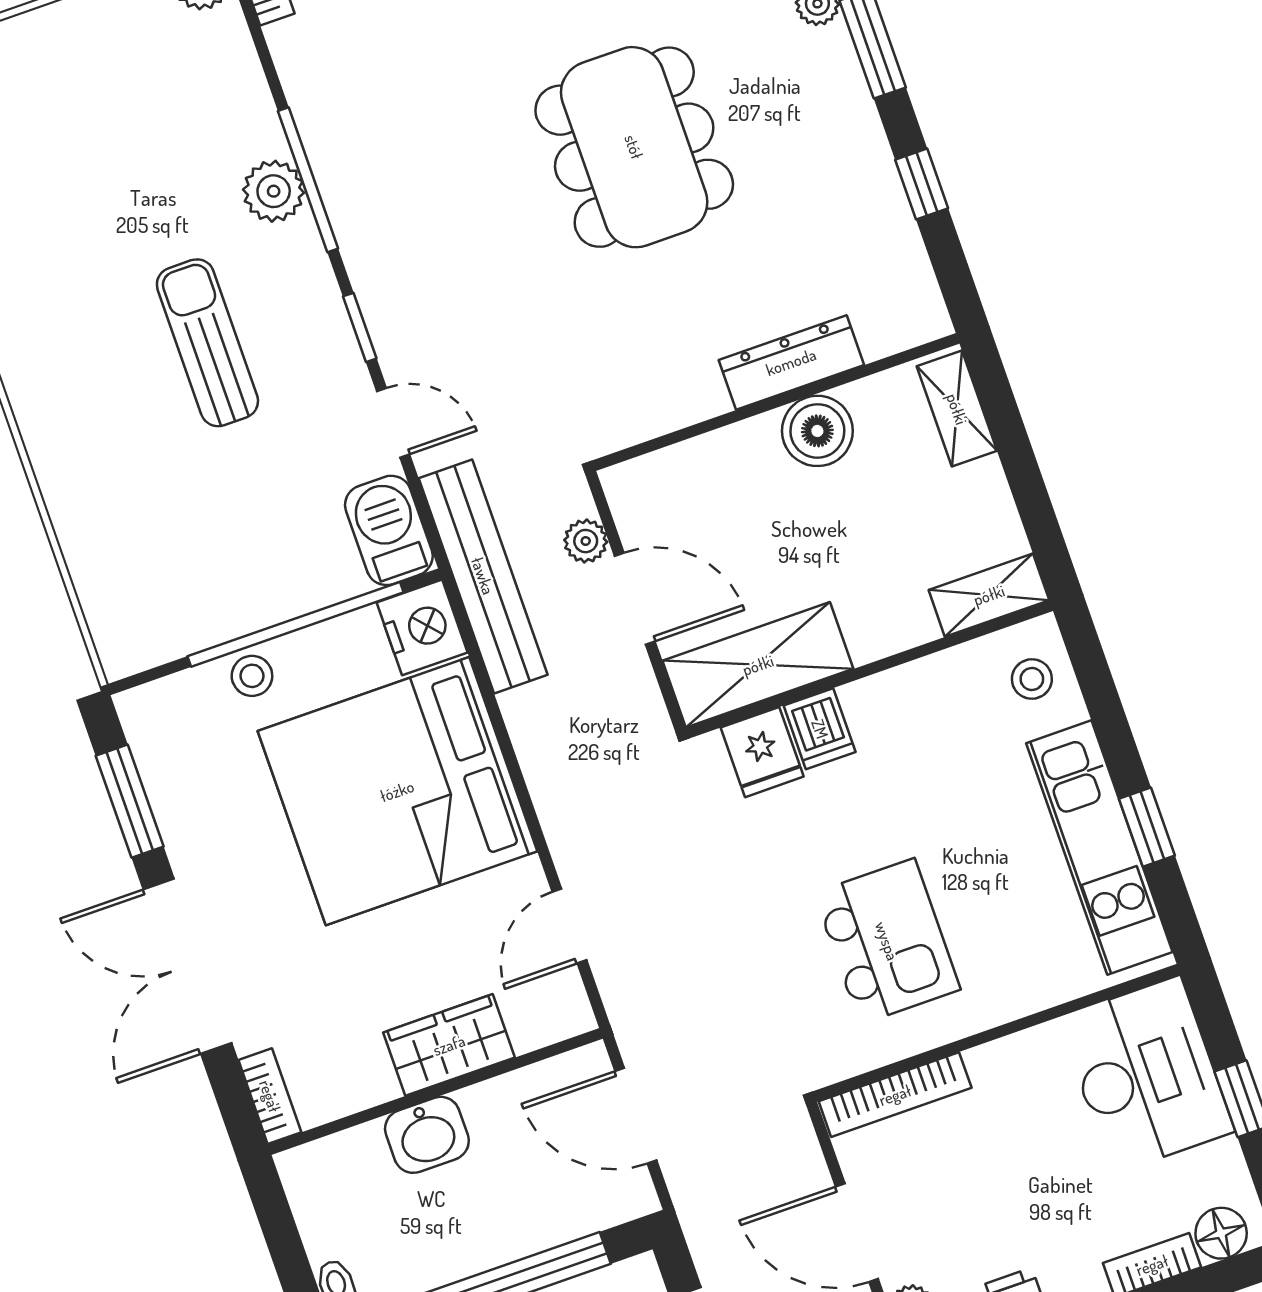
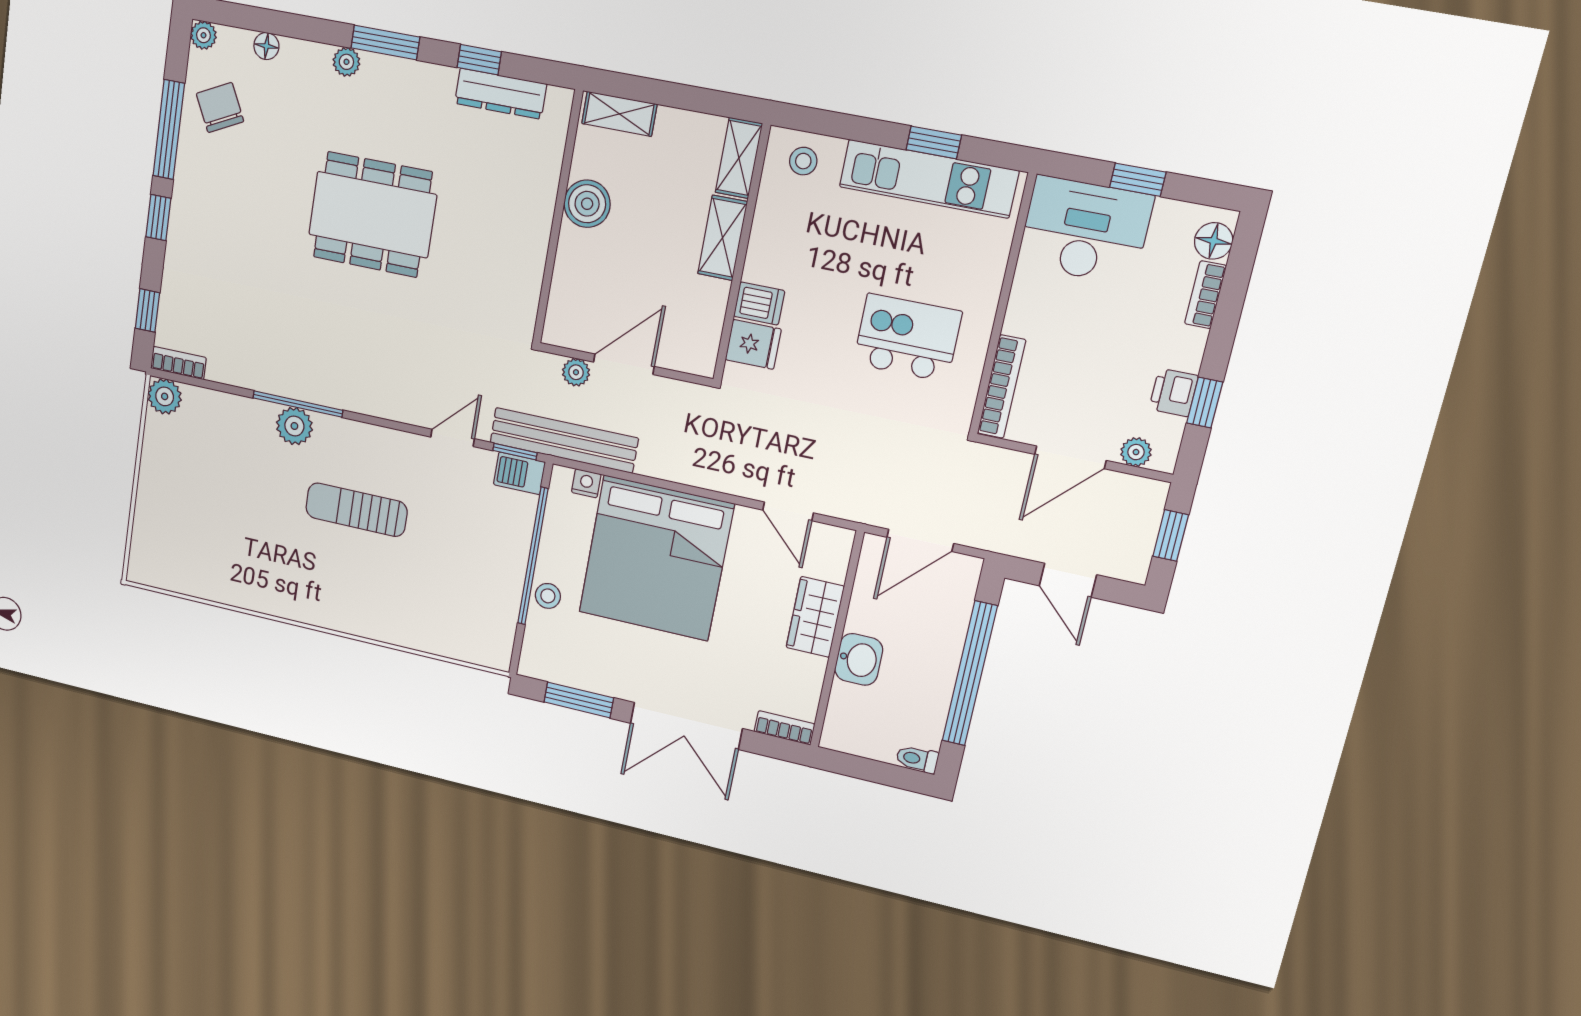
window: (360, 327) -> (515, 452), moved
dresser: (791, 362) -> (501, 94), moved, turned -90
barbecue: (389, 530) -> (519, 473), width x0.73, depth x0.79
nightstand: (422, 627) -> (586, 483), width x0.53, depth x0.56
shelving: (758, 665) -> (723, 238), moved, width x0.67, depth x0.75

